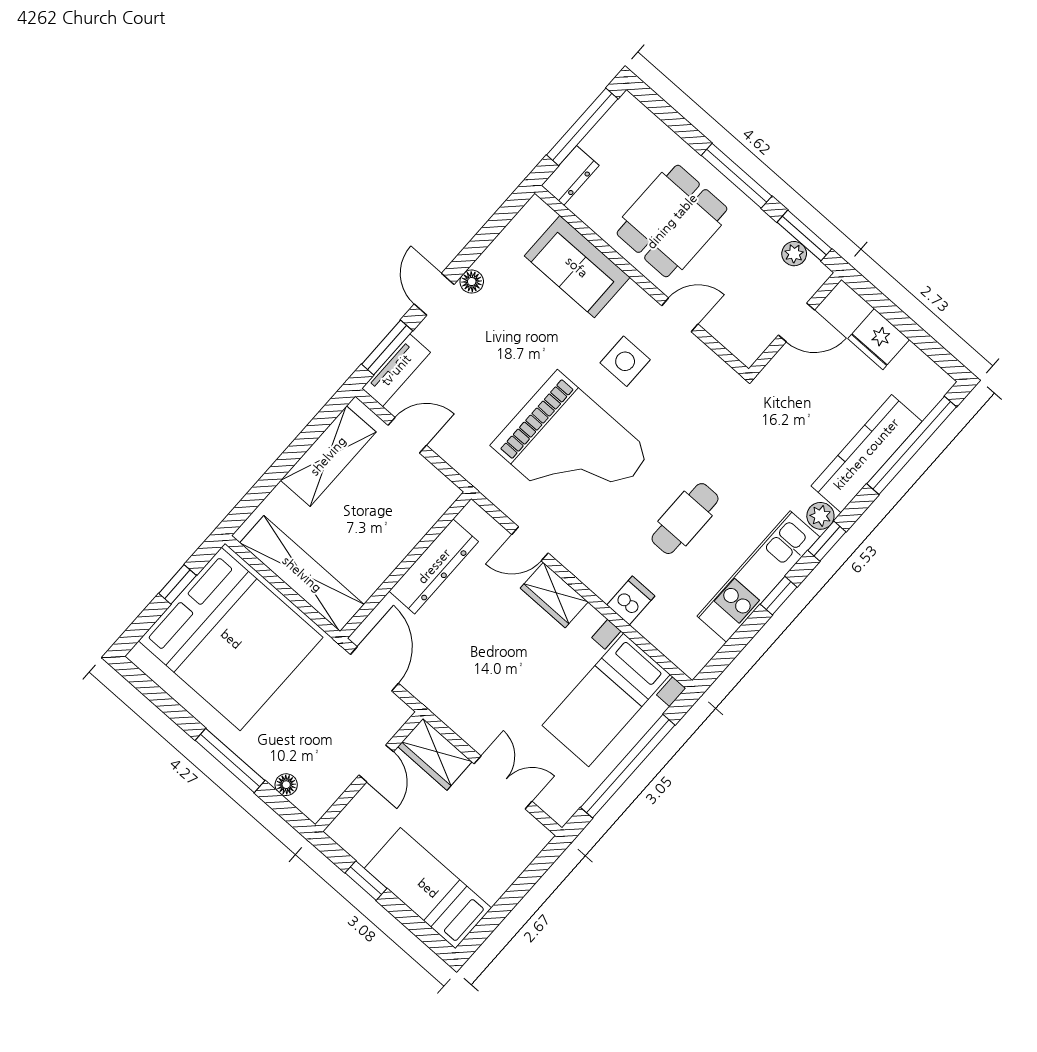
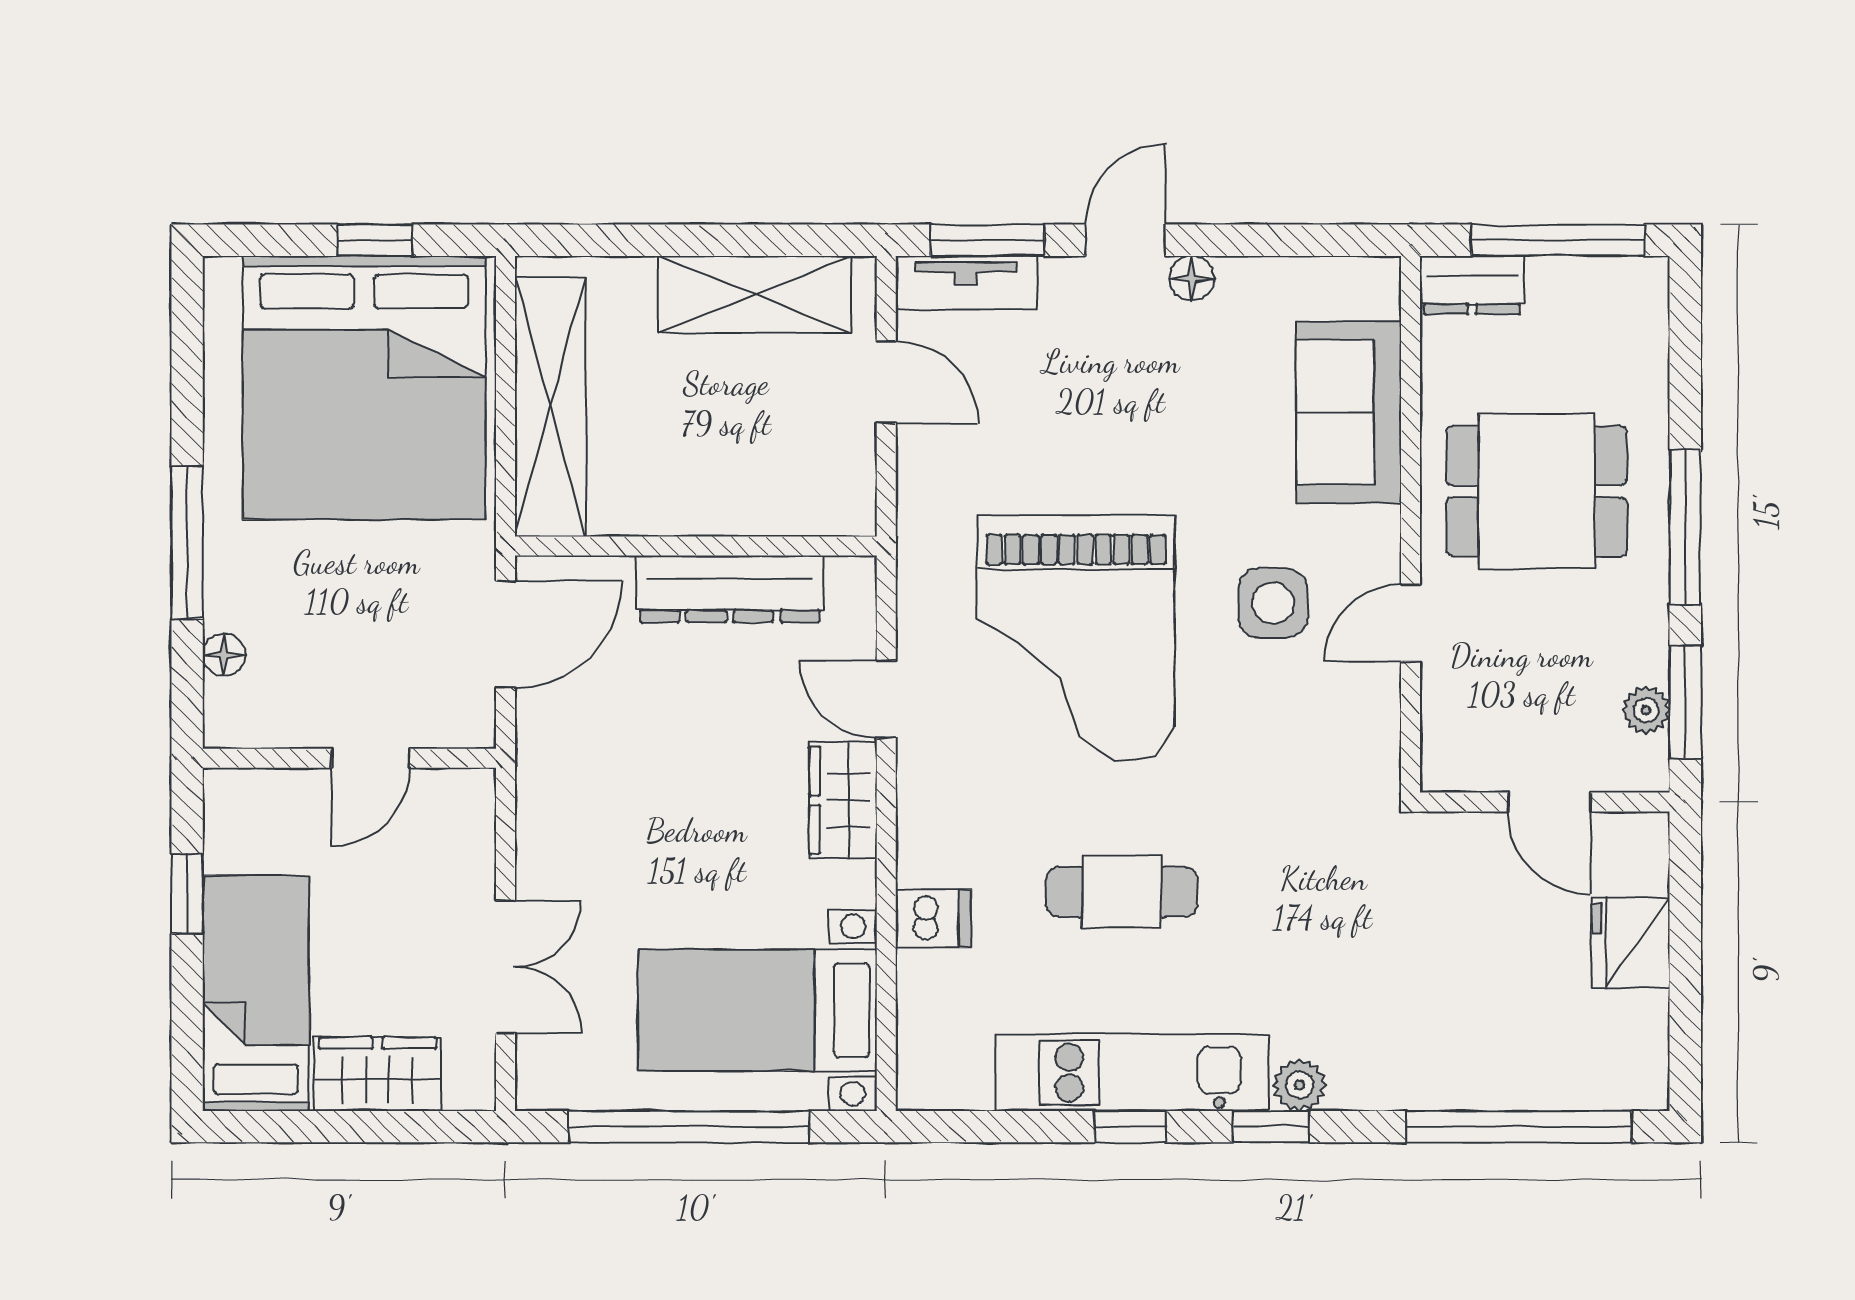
door: (680, 315) -> (1411, 623), swing flipped
kitchen counter: (866, 454) -> (1449, 1072), removed
wardrobe: (435, 754) -> (377, 1074), moved, turned 90

